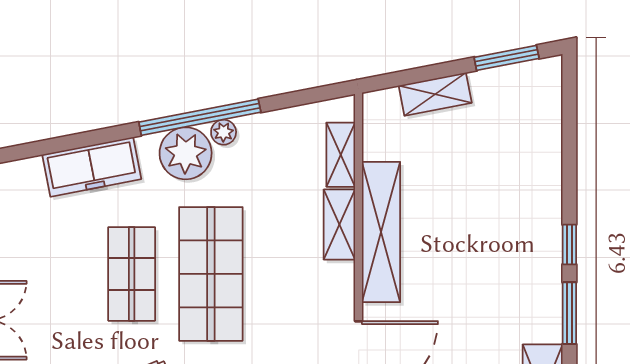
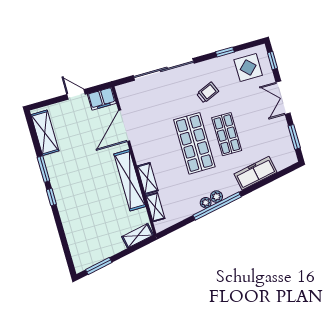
shelving: (435, 94) -> (138, 236), moved
plant: (186, 153) -> (216, 197), width x0.53, depth x0.53

